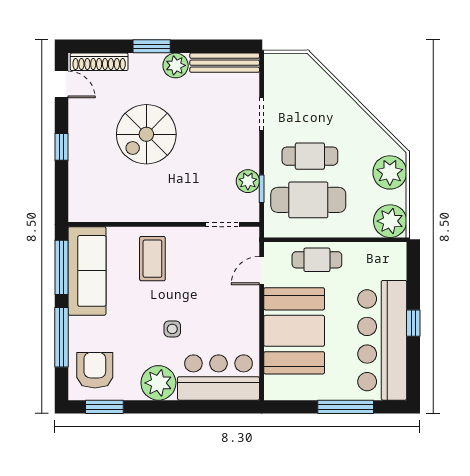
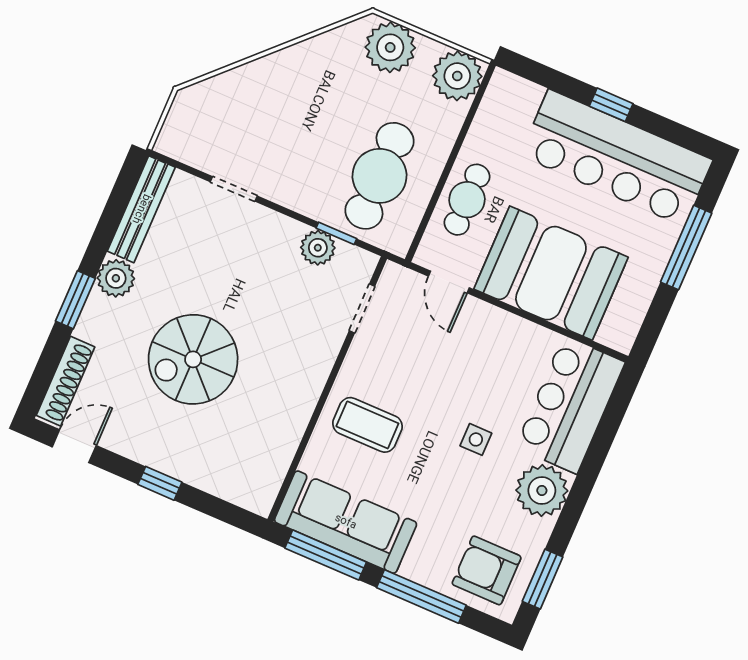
spiral stairs: (146, 134) -> (193, 359), turned 90
cafe table: (310, 156) -> (320, 148), removed

